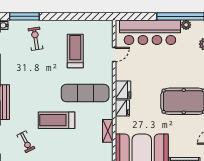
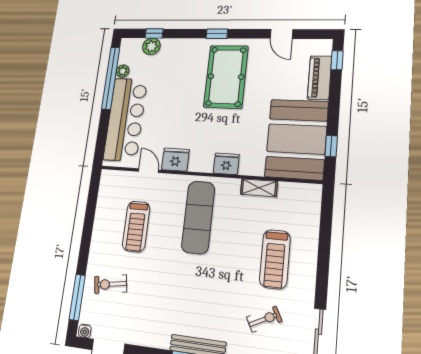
treadmill: (75, 51) -> (136, 226), turned -90
fridge: (123, 90) -> (175, 160), moved
treadmill: (56, 120) -> (275, 259), moved

